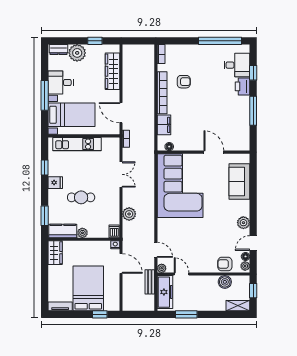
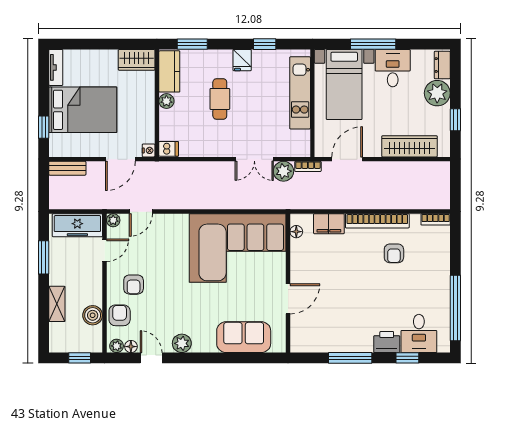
plant: (129, 214) -> (283, 171), moved
armchair: (204, 255) -> (134, 285), added
bench: (150, 282) -> (67, 168), moved
shelving: (238, 306) -> (57, 304), moved

